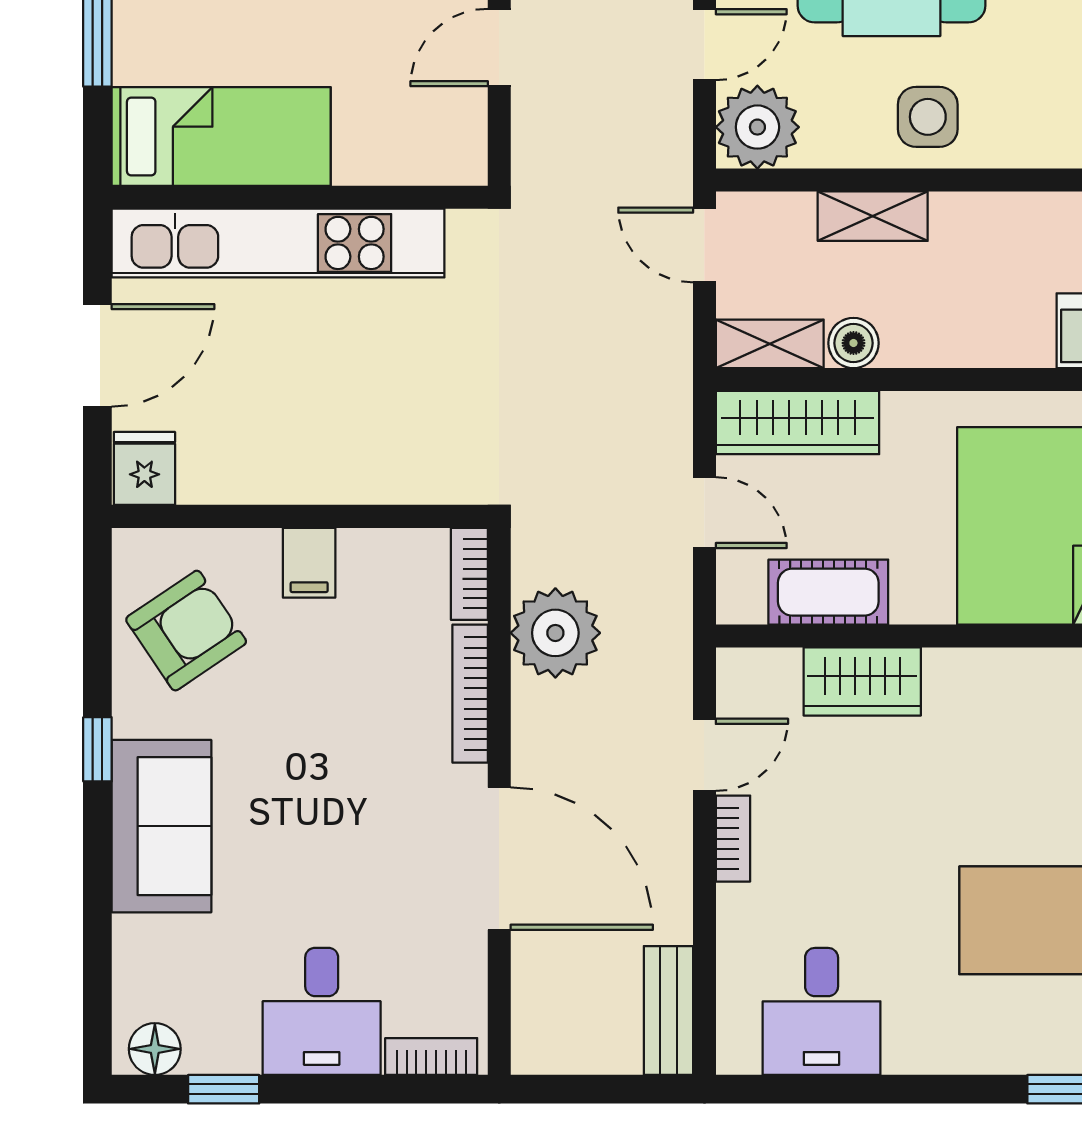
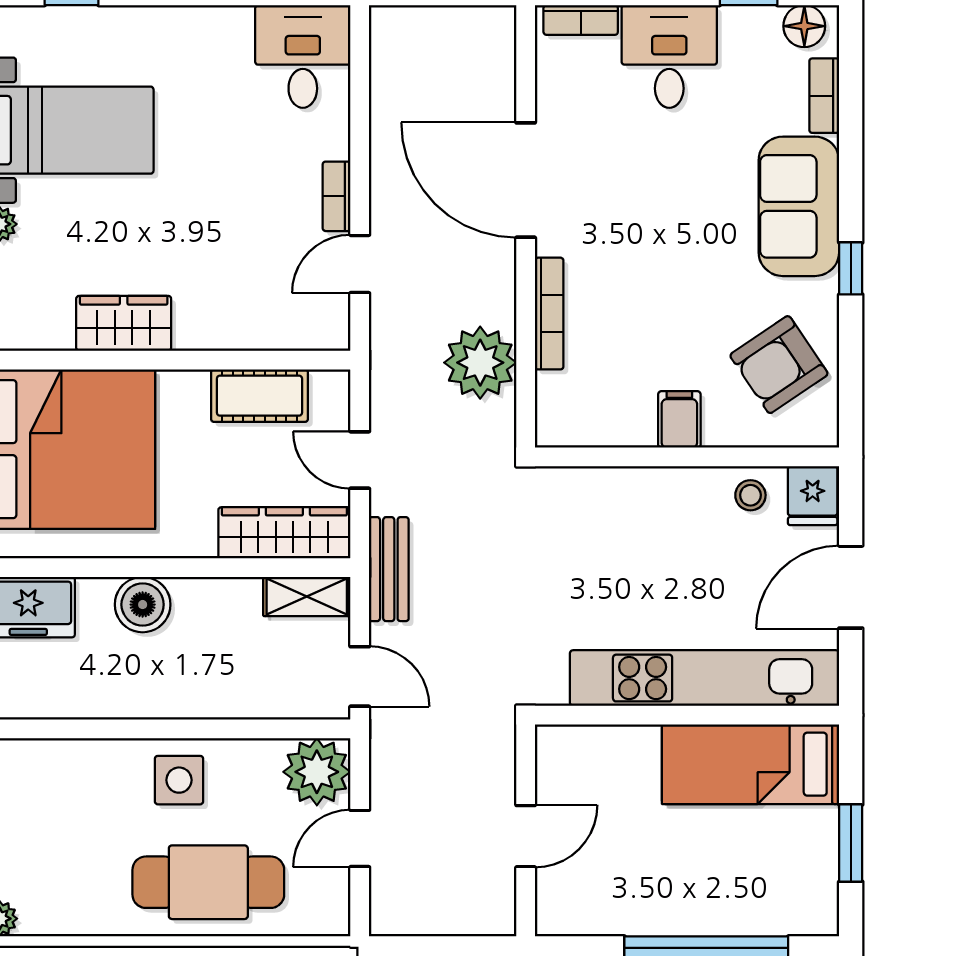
shelving: (873, 216) -> (224, 700), removed
boiler: (853, 343) -> (143, 605), moved, width x1.36, depth x1.36
stool: (221, 469) -> (750, 495), added
bookcase: (469, 574) -> (824, 96), moved, turned 180
wardrobe: (862, 682) -> (124, 323), moved
bench: (668, 1011) -> (389, 569), moved
desk: (822, 1011) -> (303, 56), moved

